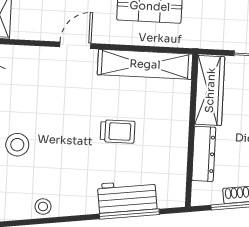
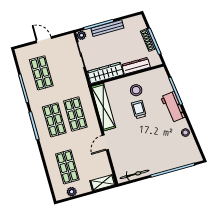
door: (75, 45) -> (105, 142), hinge flipped
stool: (17, 145) -> (136, 90), moved
workbench: (127, 197) -> (173, 107), moved

